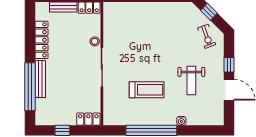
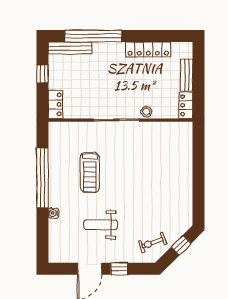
bench: (40, 79) -> (70, 48), moved

